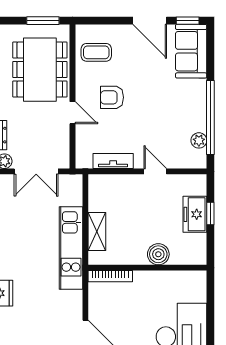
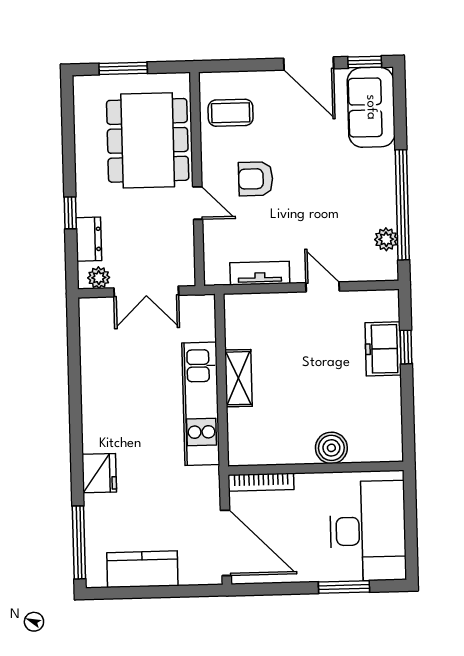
window: (43, 21) -> (123, 68), moved
boiler: (158, 254) -> (331, 448), moved
wall: (147, 268) -> (316, 468), moved
bookcase: (110, 276) -> (261, 482), moved

